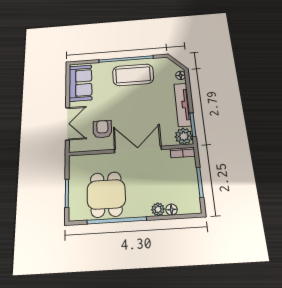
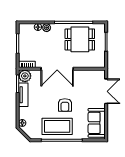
tv unit: (183, 105) -> (23, 95), width x0.71
double door: (67, 124) -> (106, 91), swing flipped
armchair: (102, 129) -> (65, 105), moved
dining table: (106, 194) -> (80, 39), turned 90

